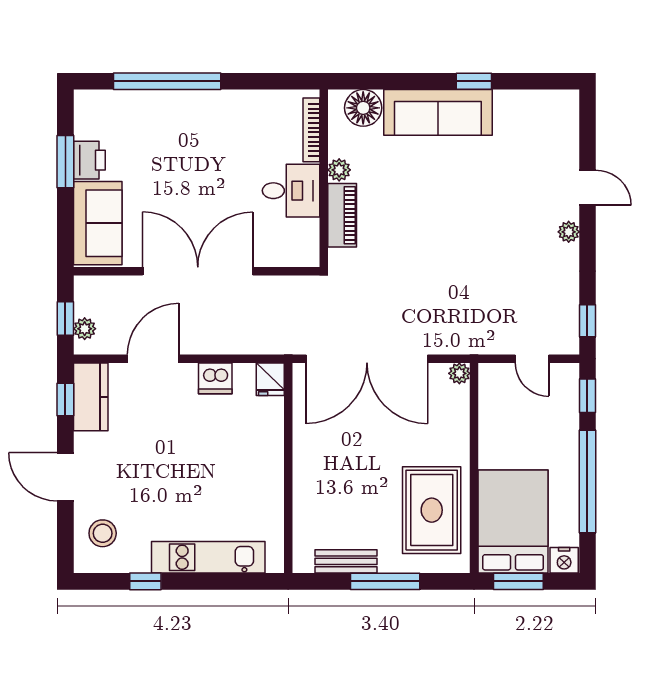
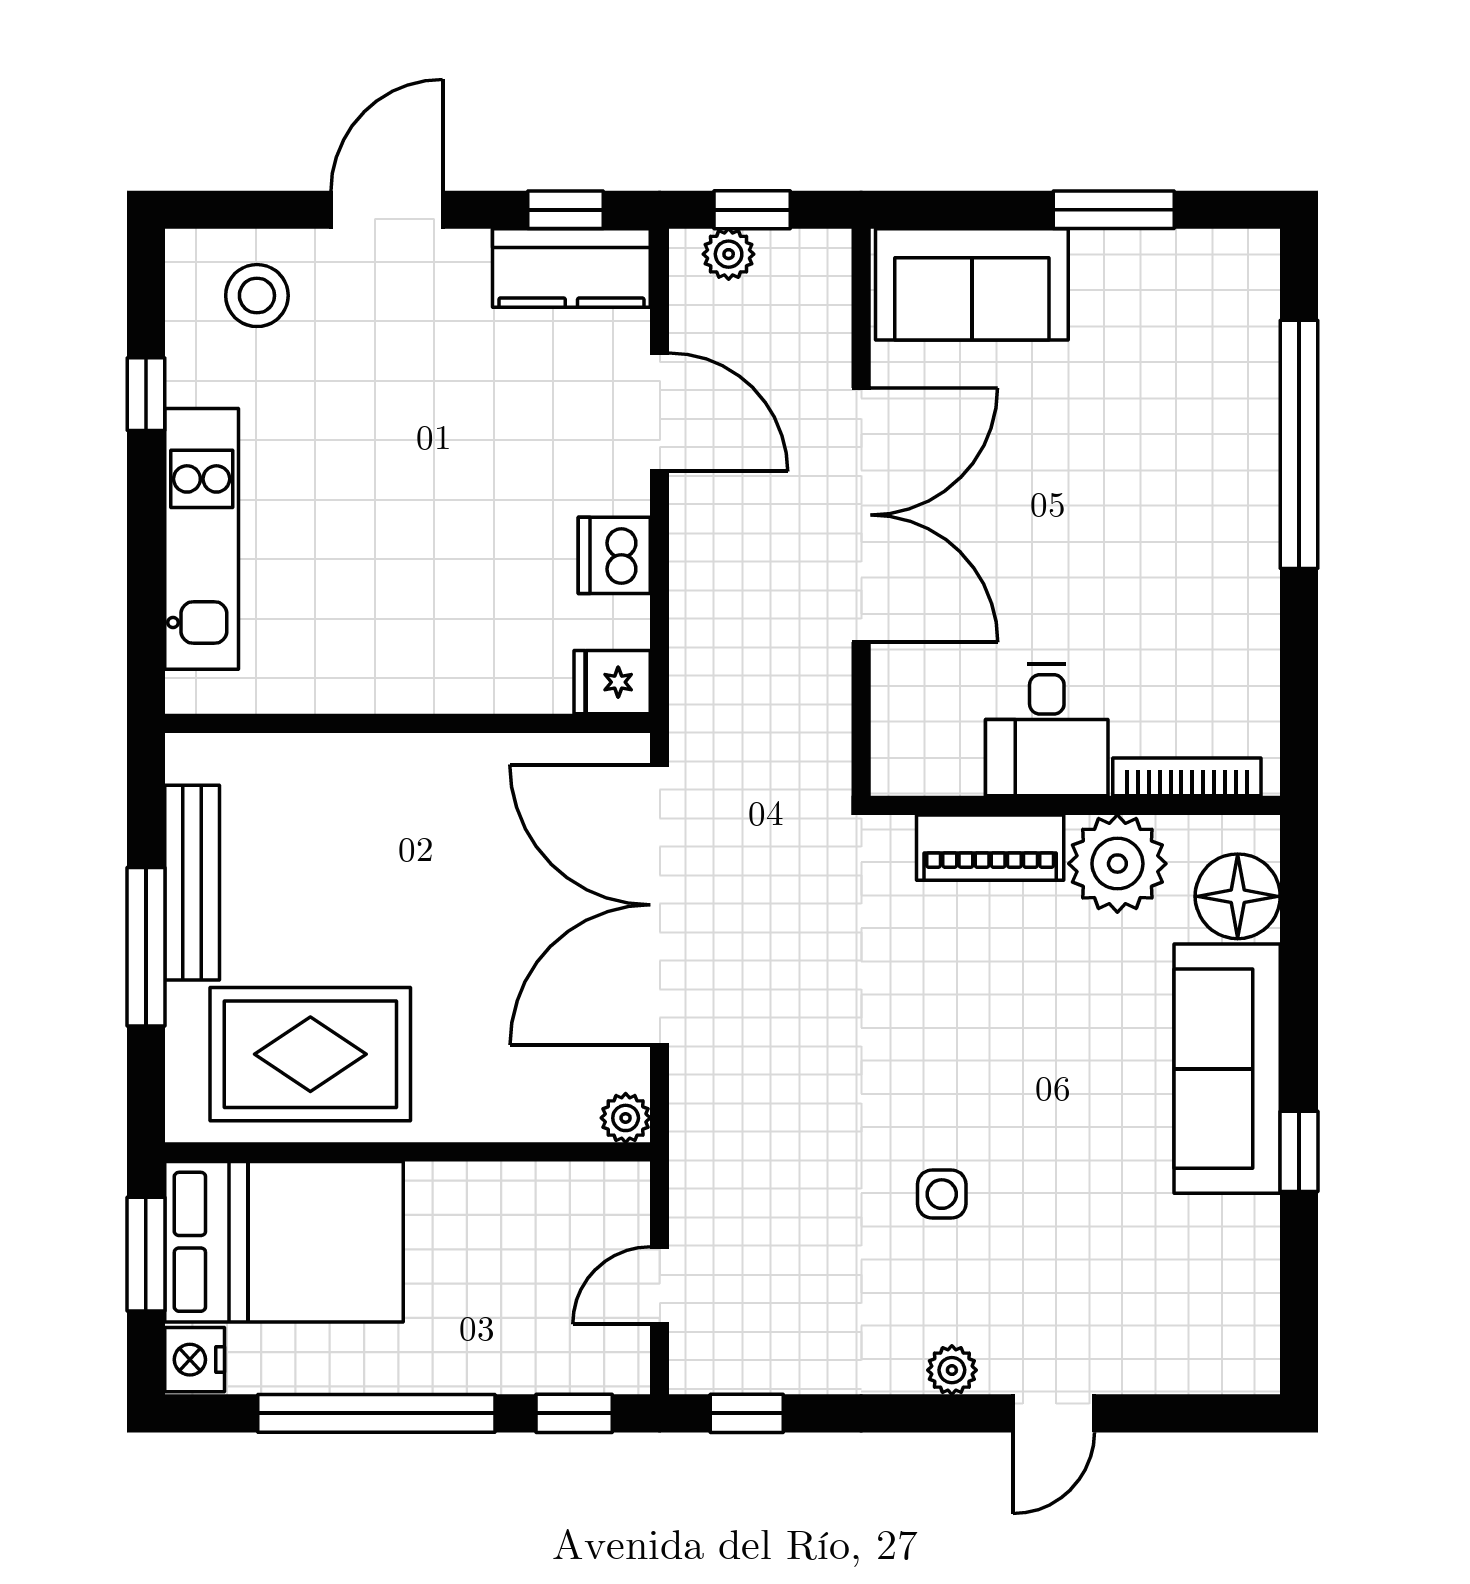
printer: (89, 160) -> (1117, 265), removed
plant: (339, 170) -> (1117, 864), width x1.87, depth x1.87
side table: (492, 236) -> (942, 1194), added
bench: (346, 561) -> (192, 883), width x1.36

